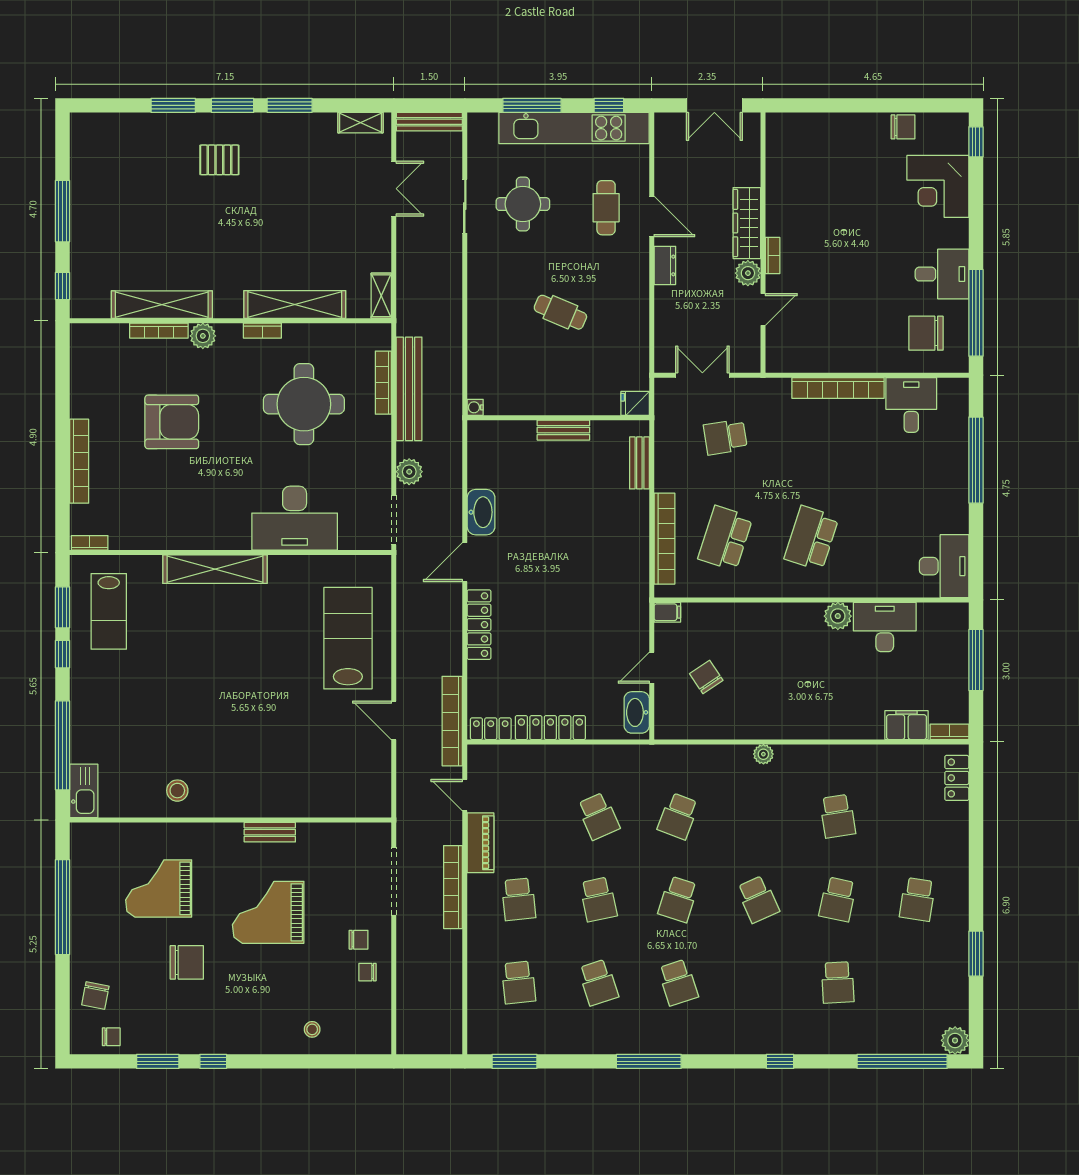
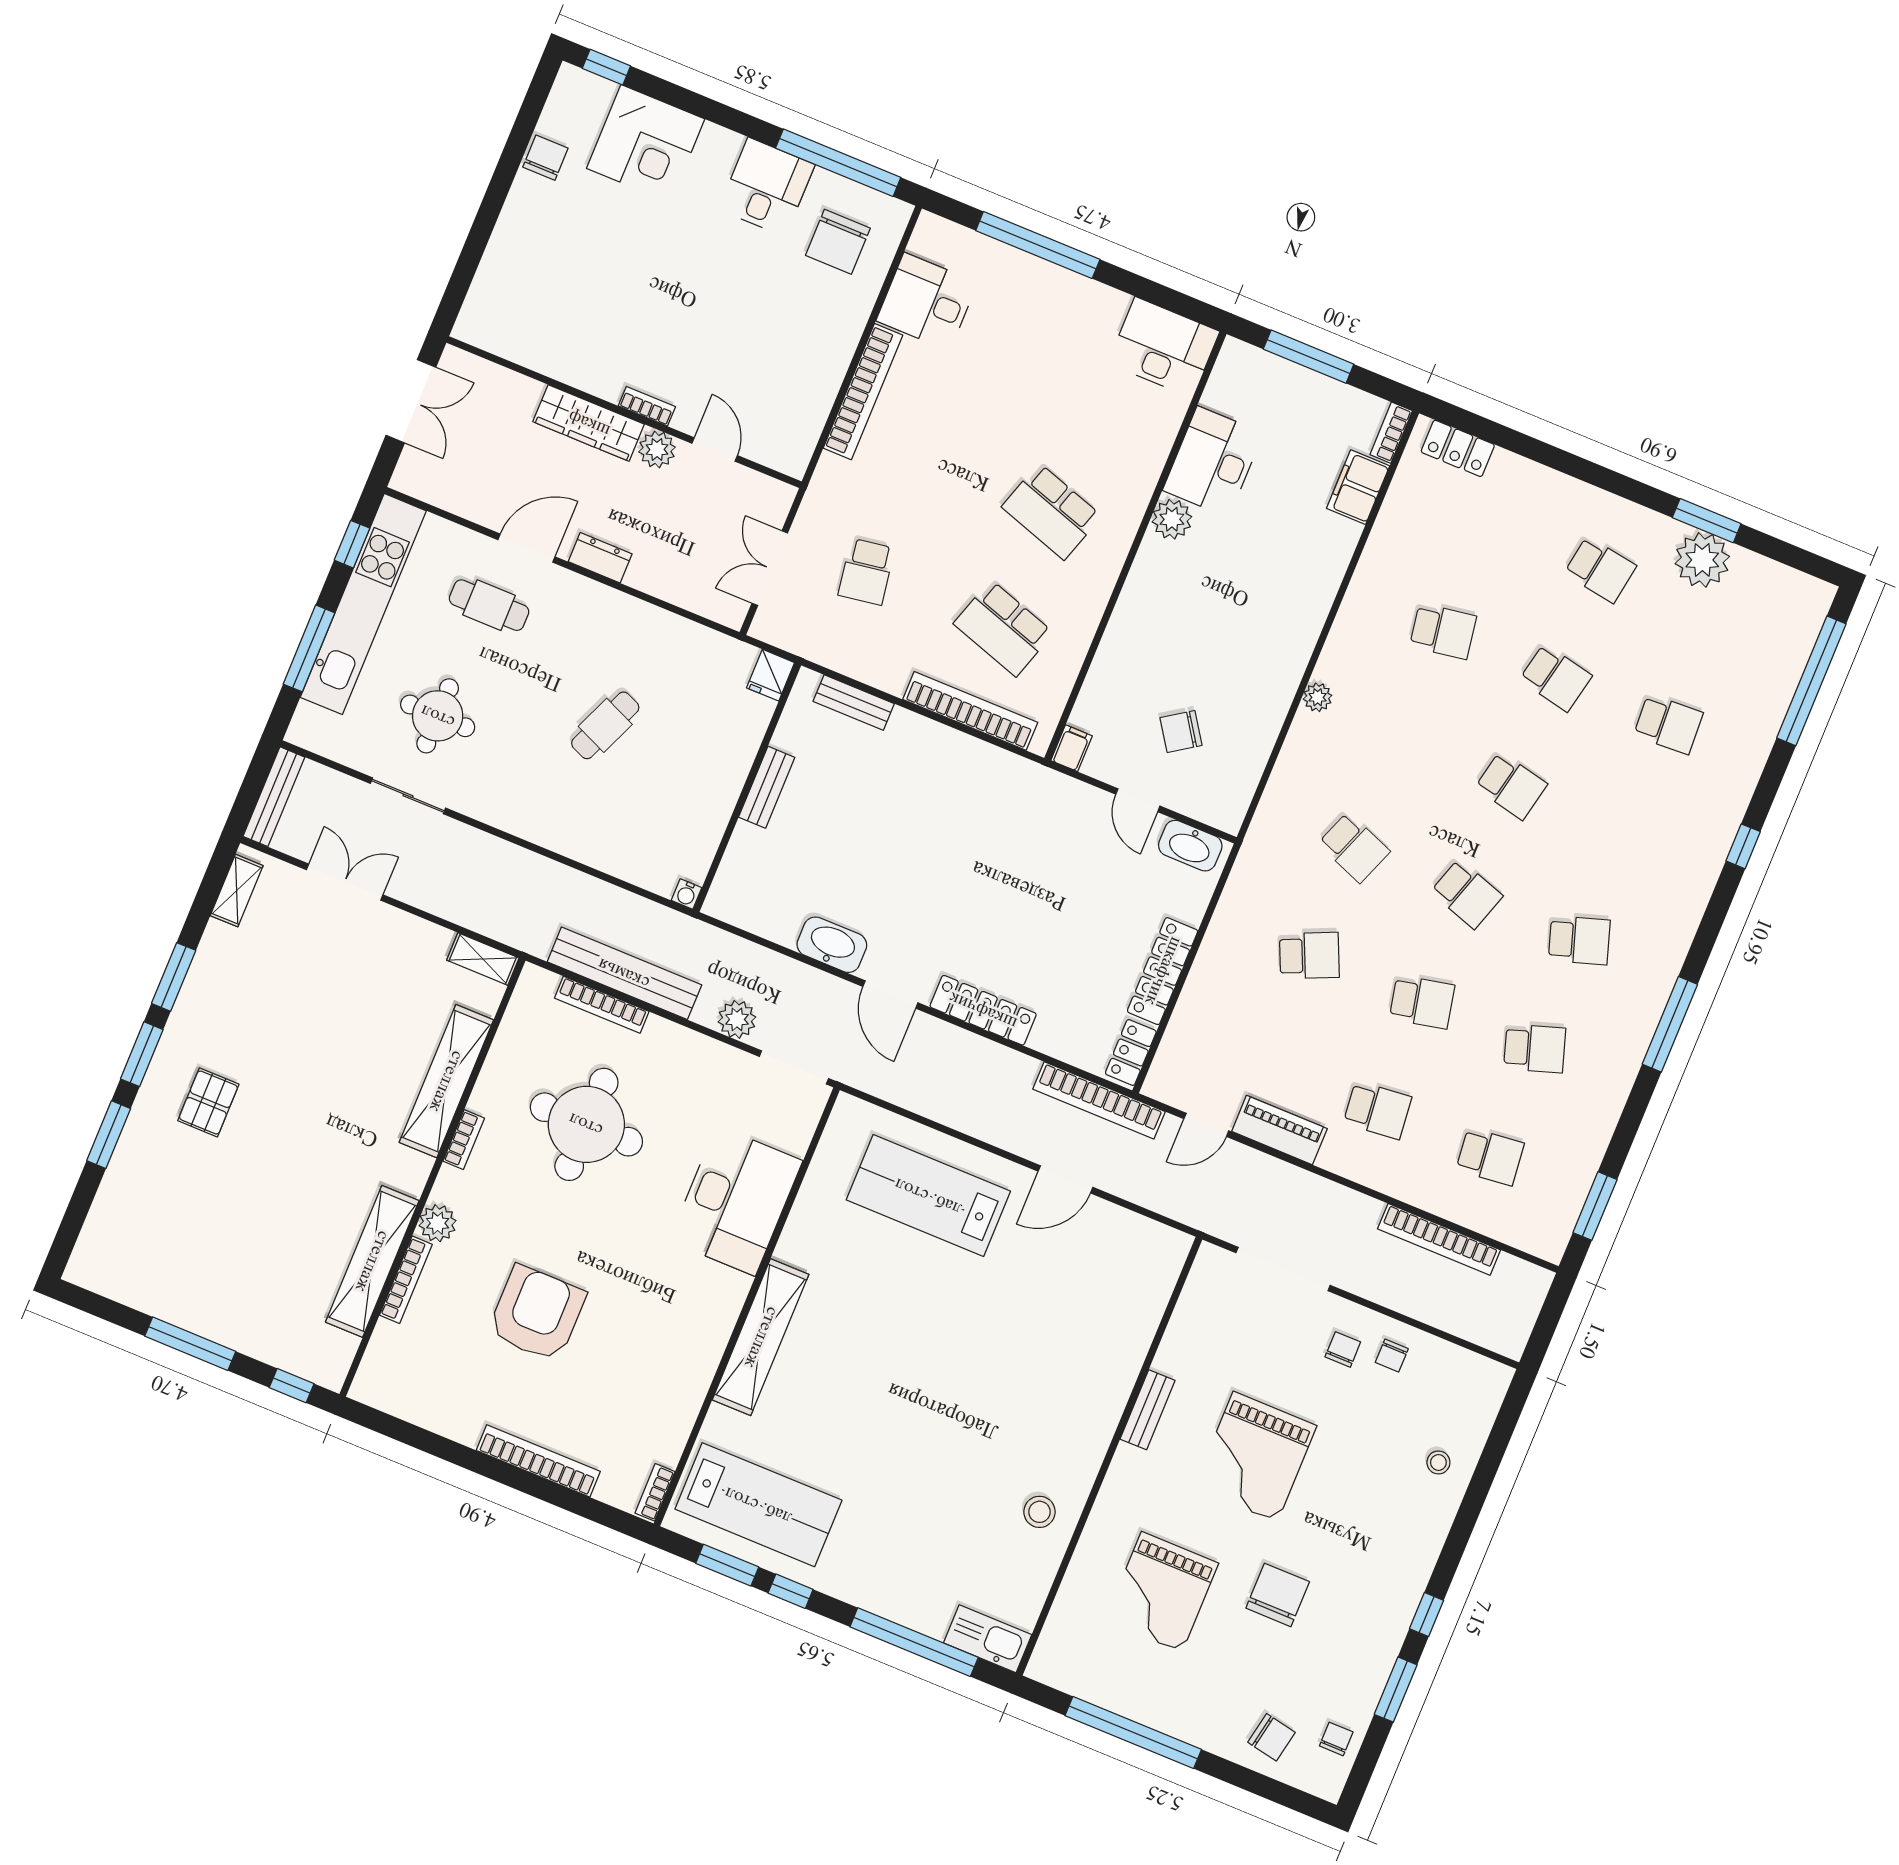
lab bench: (109, 611) -> (758, 1505), width x1.36, depth x1.39
bookcase: (453, 887) -> (1439, 1239), moved
school desk: (758, 899) -> (1511, 786), turned 36
plant: (955, 1040) -> (1702, 560), moved, width x1.36, depth x1.36

